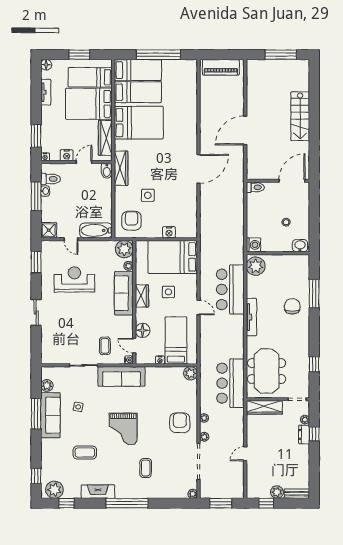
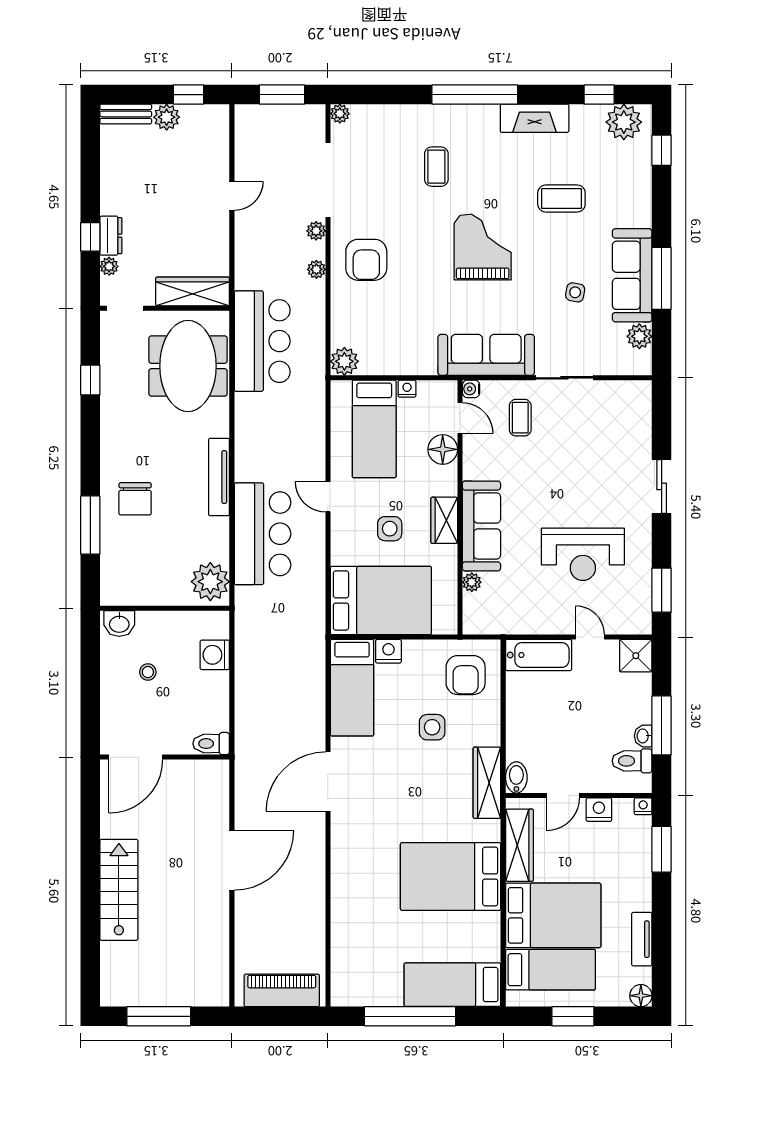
bed: (138, 92) -> (352, 688), moved, turned -90
washing machine: (253, 245) -> (215, 655), moved
plant: (124, 249) -> (480, 617), removed

